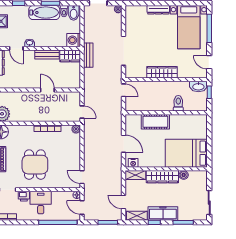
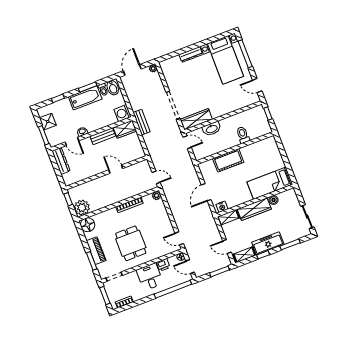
wardrobe: (162, 72) -> (196, 119), moved
washbasin: (198, 86) -> (212, 129), moved
door: (124, 144) -> (206, 192), swing flipped
bed: (186, 153) -> (270, 183), width x0.67
printer: (24, 196) -> (163, 265), moved

